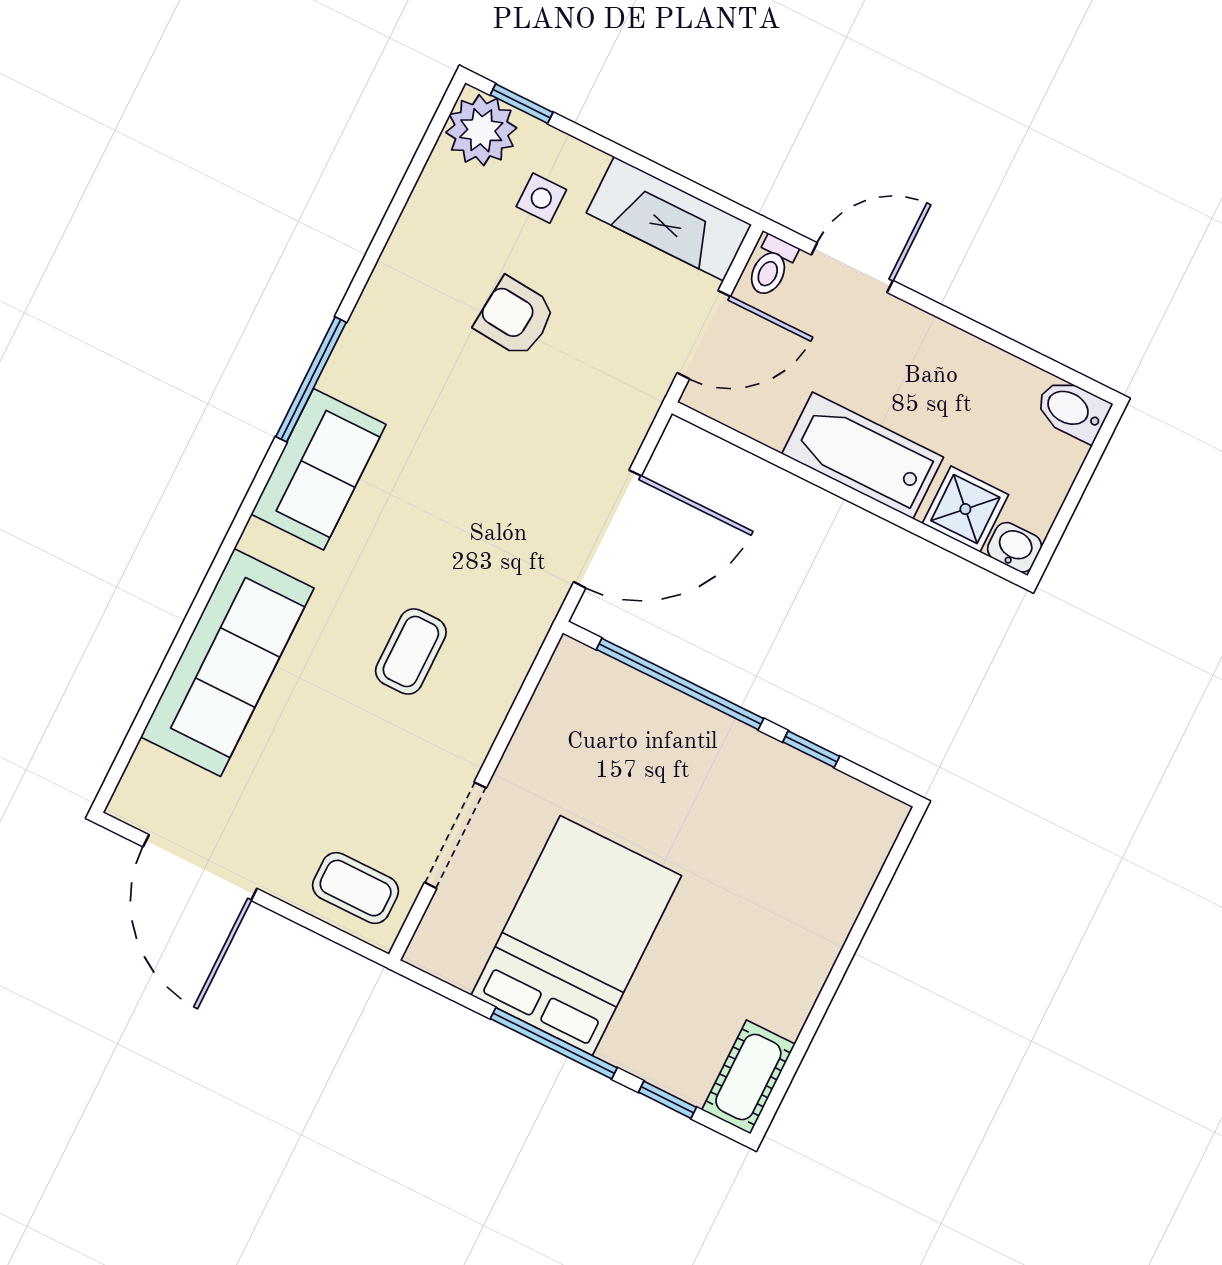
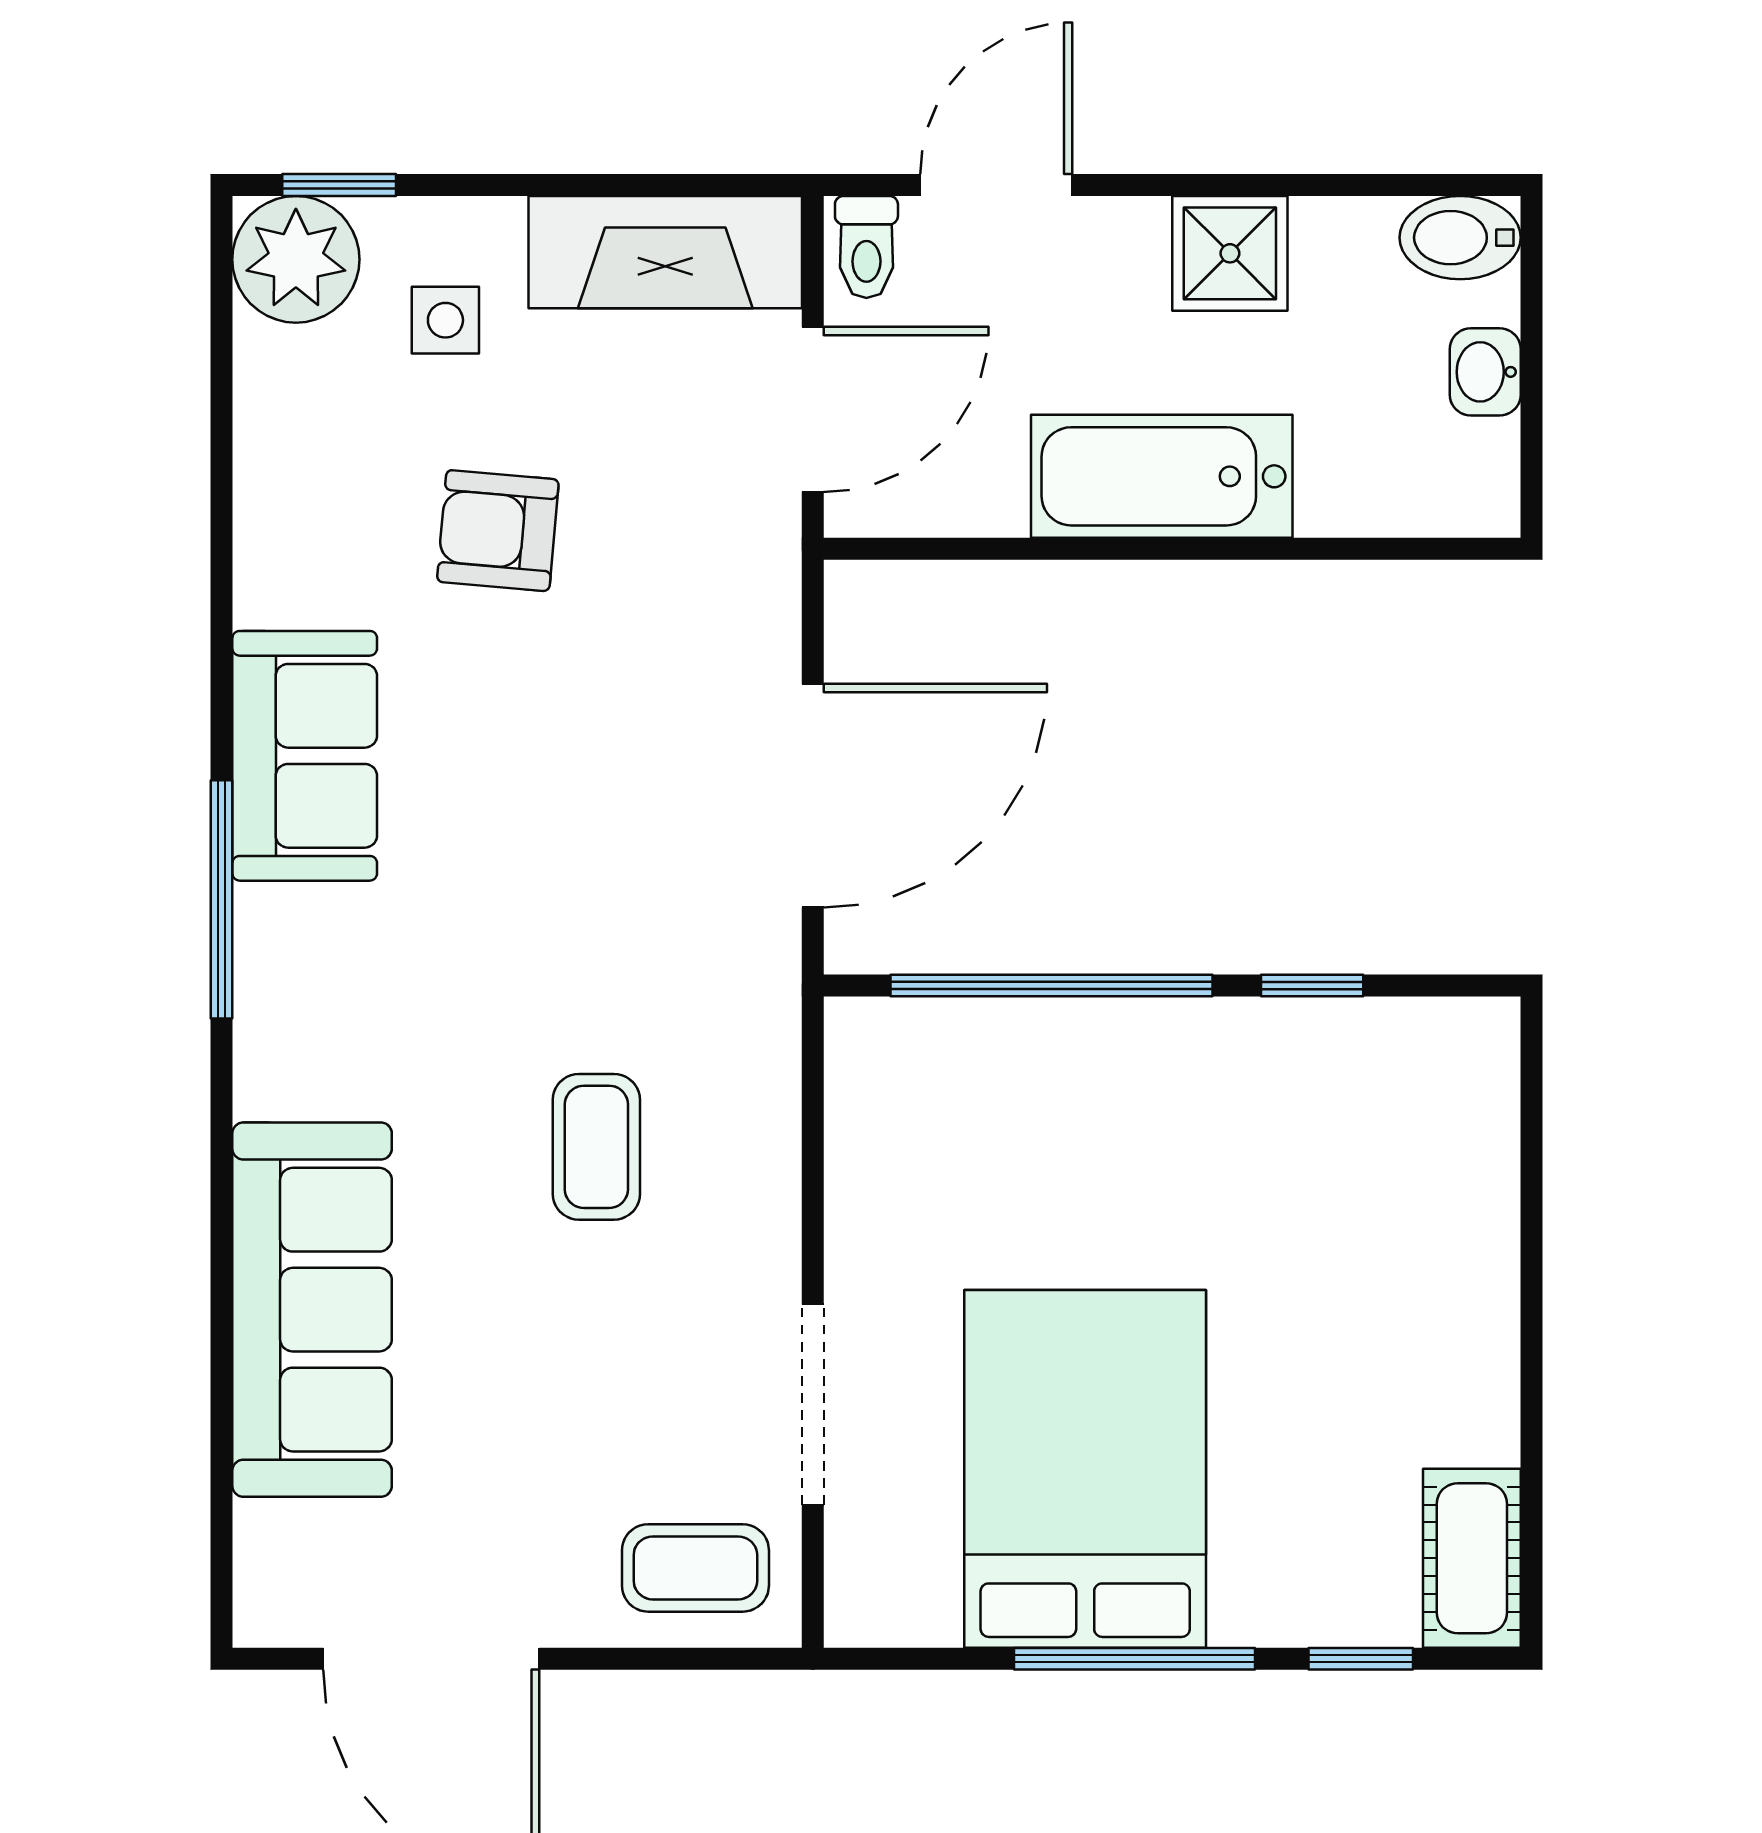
window: (311, 379) -> (221, 899), moved
sofa: (318, 469) -> (305, 756), moved
shower: (965, 509) -> (1230, 253), moved
washbasin: (1014, 547) -> (1485, 372), moved, turned -90

